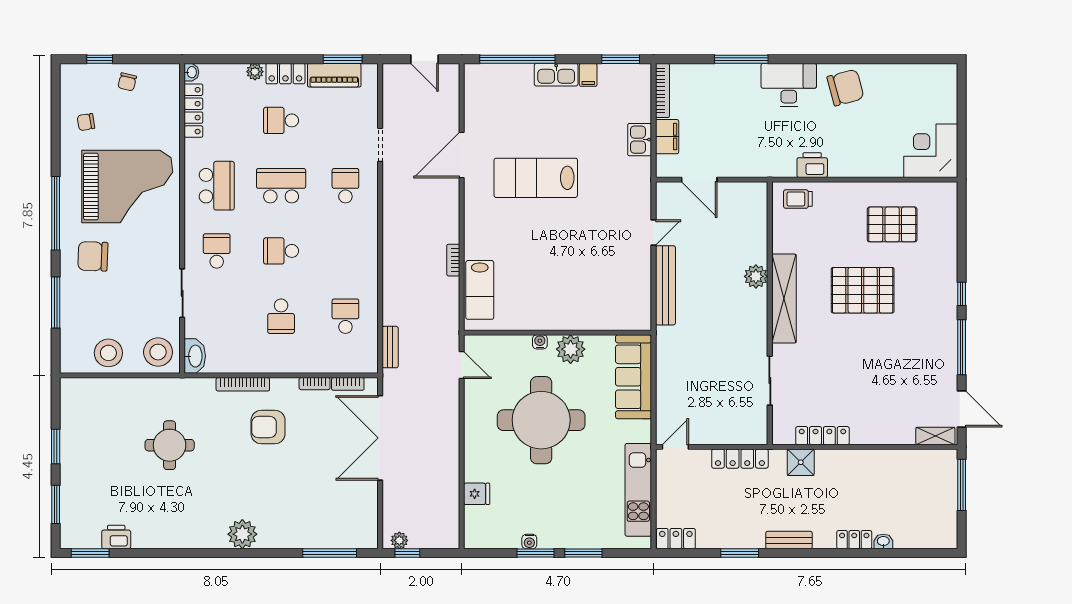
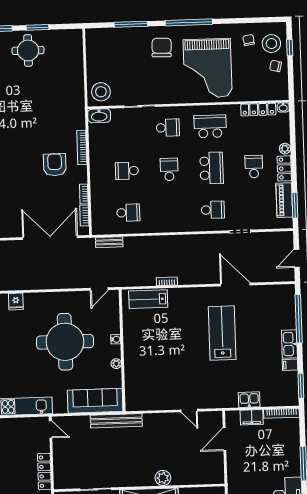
school desk: (217, 186) -> (210, 126), turned 180
bench: (665, 285) -> (116, 421), moved
plant: (571, 349) -> (116, 364), width x0.53, depth x0.53
stool: (108, 353) -> (271, 44), moved
round table: (170, 445) -> (28, 50), moved

